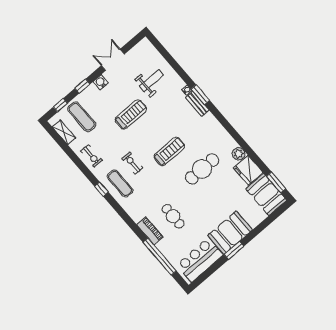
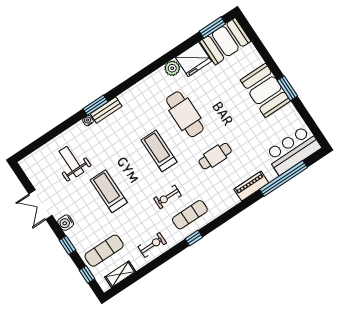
cafe table: (173, 216) -> (215, 156), moved
bar counter: (200, 260) -> (293, 150), moved, turned 90

